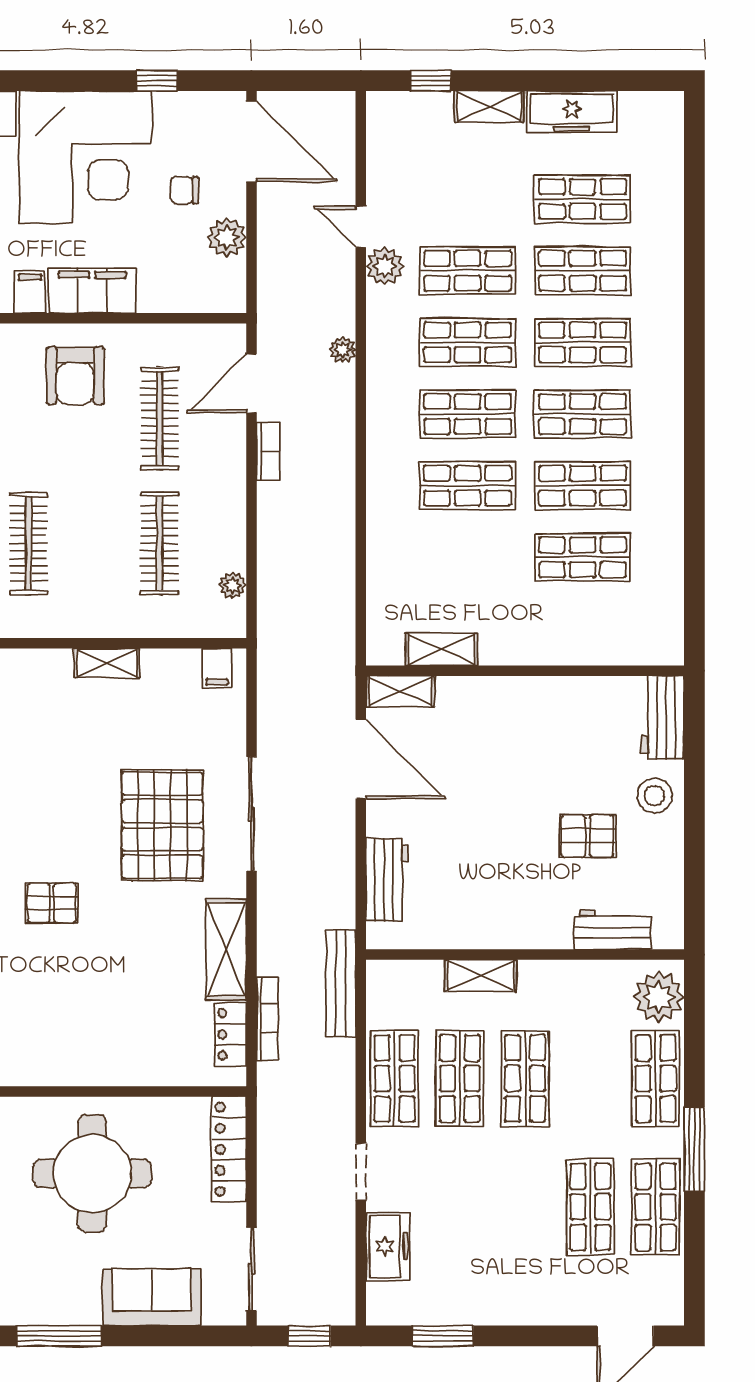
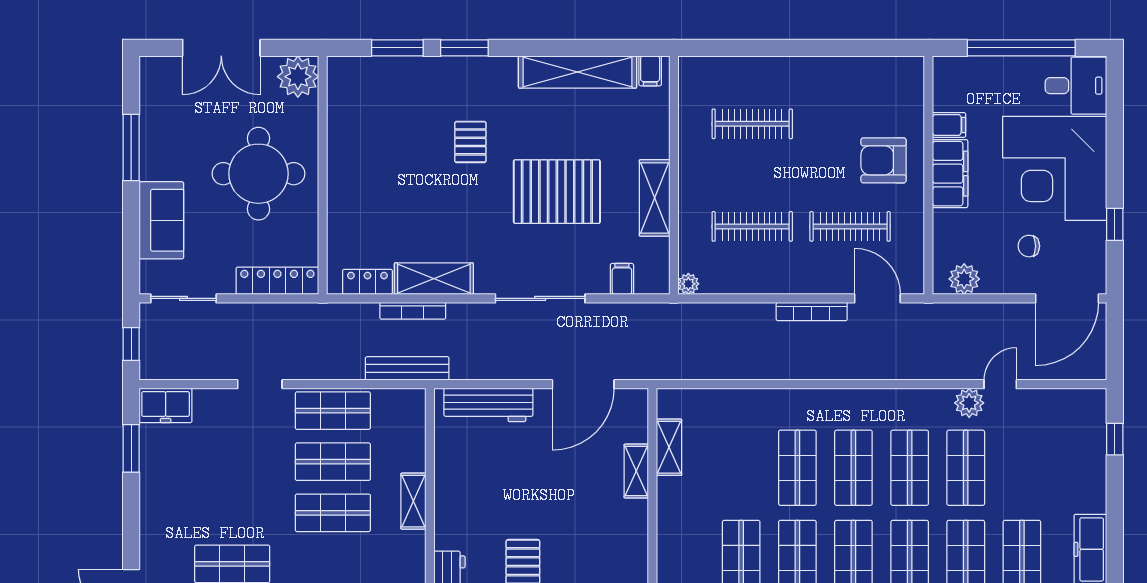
shelving: (489, 107) -> (1094, 485), removed
chair: (185, 190) -> (1029, 246), turned -90
plant: (227, 237) -> (964, 279), moved
plant: (343, 350) -> (904, 370), removed
bookcase: (268, 451) -> (812, 312), width x1.56
plant: (233, 585) -> (688, 284), moved
shelving: (107, 663) -> (655, 198), width x1.50, depth x1.33
filing cabinet: (217, 668) -> (622, 279), moved, turned 90
shelving: (400, 691) -> (636, 471), moved
pallet: (162, 825) -> (557, 192), moved
workbench: (387, 880) -> (488, 405), width x1.38
shelving: (481, 976) -> (413, 501), moved
bookcase: (267, 1018) -> (413, 311), moved
freezer: (388, 1246) -> (166, 405), moved

